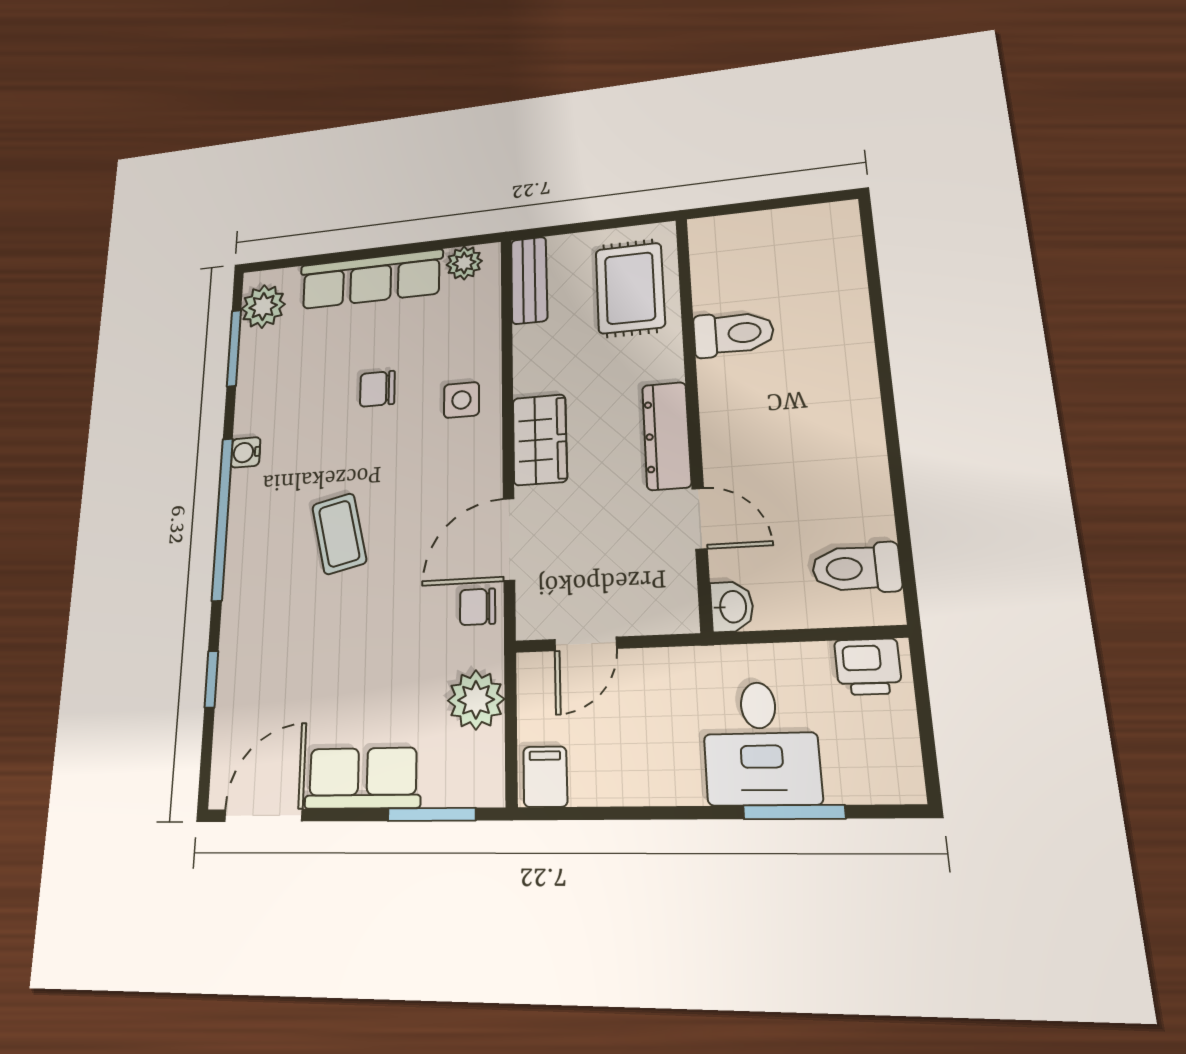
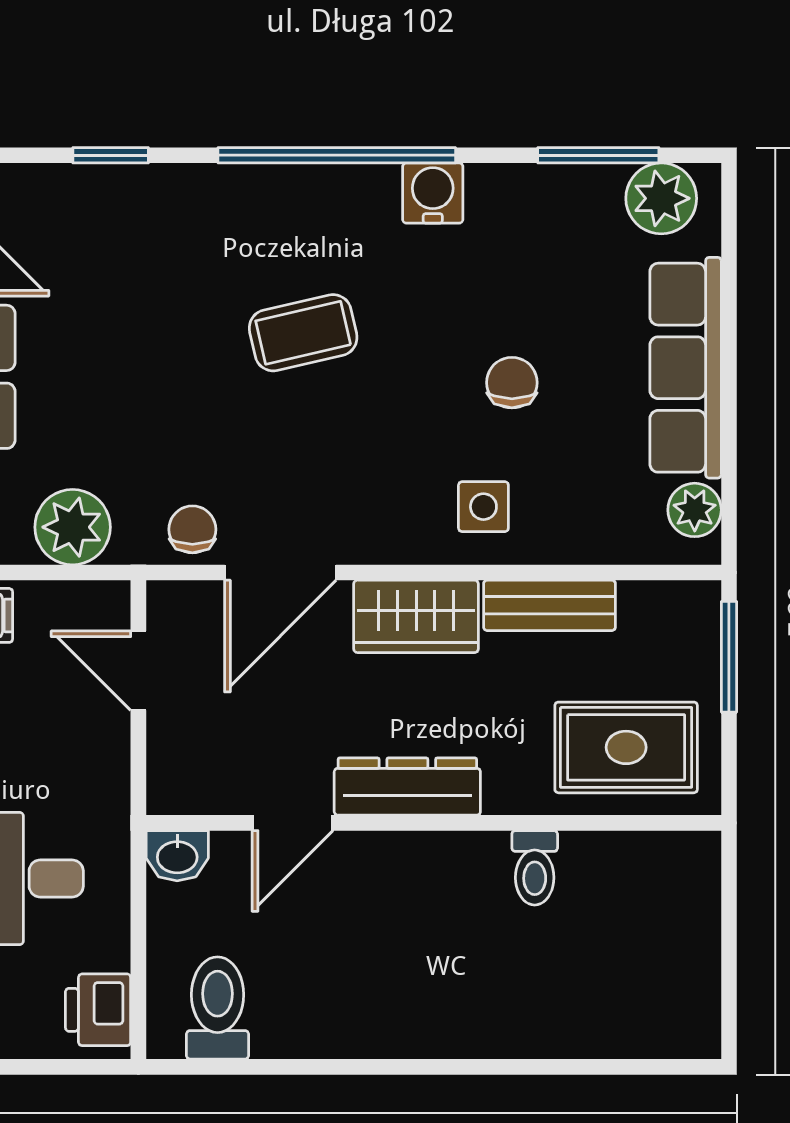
window: (564, 229) -> (729, 657), added
bench: (529, 280) -> (549, 605), moved
toilet: (733, 334) -> (535, 868), width x0.73, depth x0.72
water cooler: (246, 452) -> (433, 193), width x1.38, depth x1.38
door: (509, 539) -> (280, 573), swing flipped

